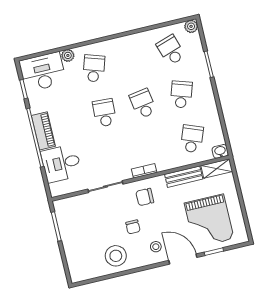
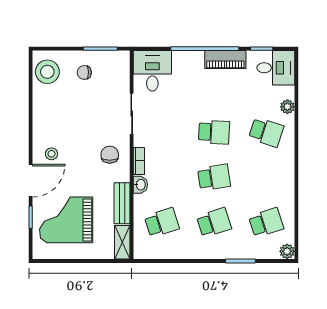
desk: (43, 72) -> (276, 68), width x0.73
school desk: (181, 94) -> (214, 223), turned -36
piano: (43, 131) -> (225, 59), moved
school desk: (192, 139) -> (162, 223), turned -39
washbasin: (220, 151) -> (140, 185), moved
desk: (61, 163) -> (152, 71), moved
chair: (133, 227) -> (84, 72), moved
stool: (116, 256) -> (47, 72), moved

